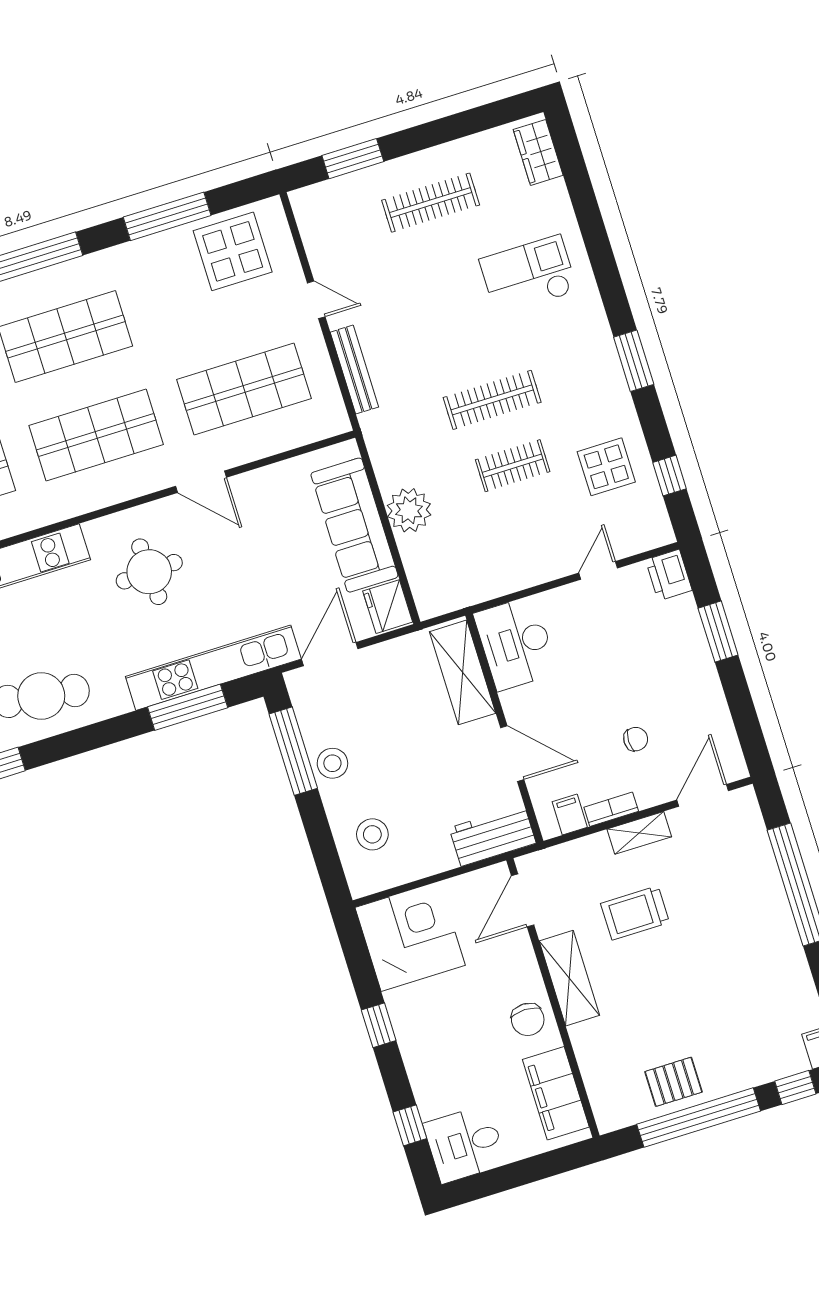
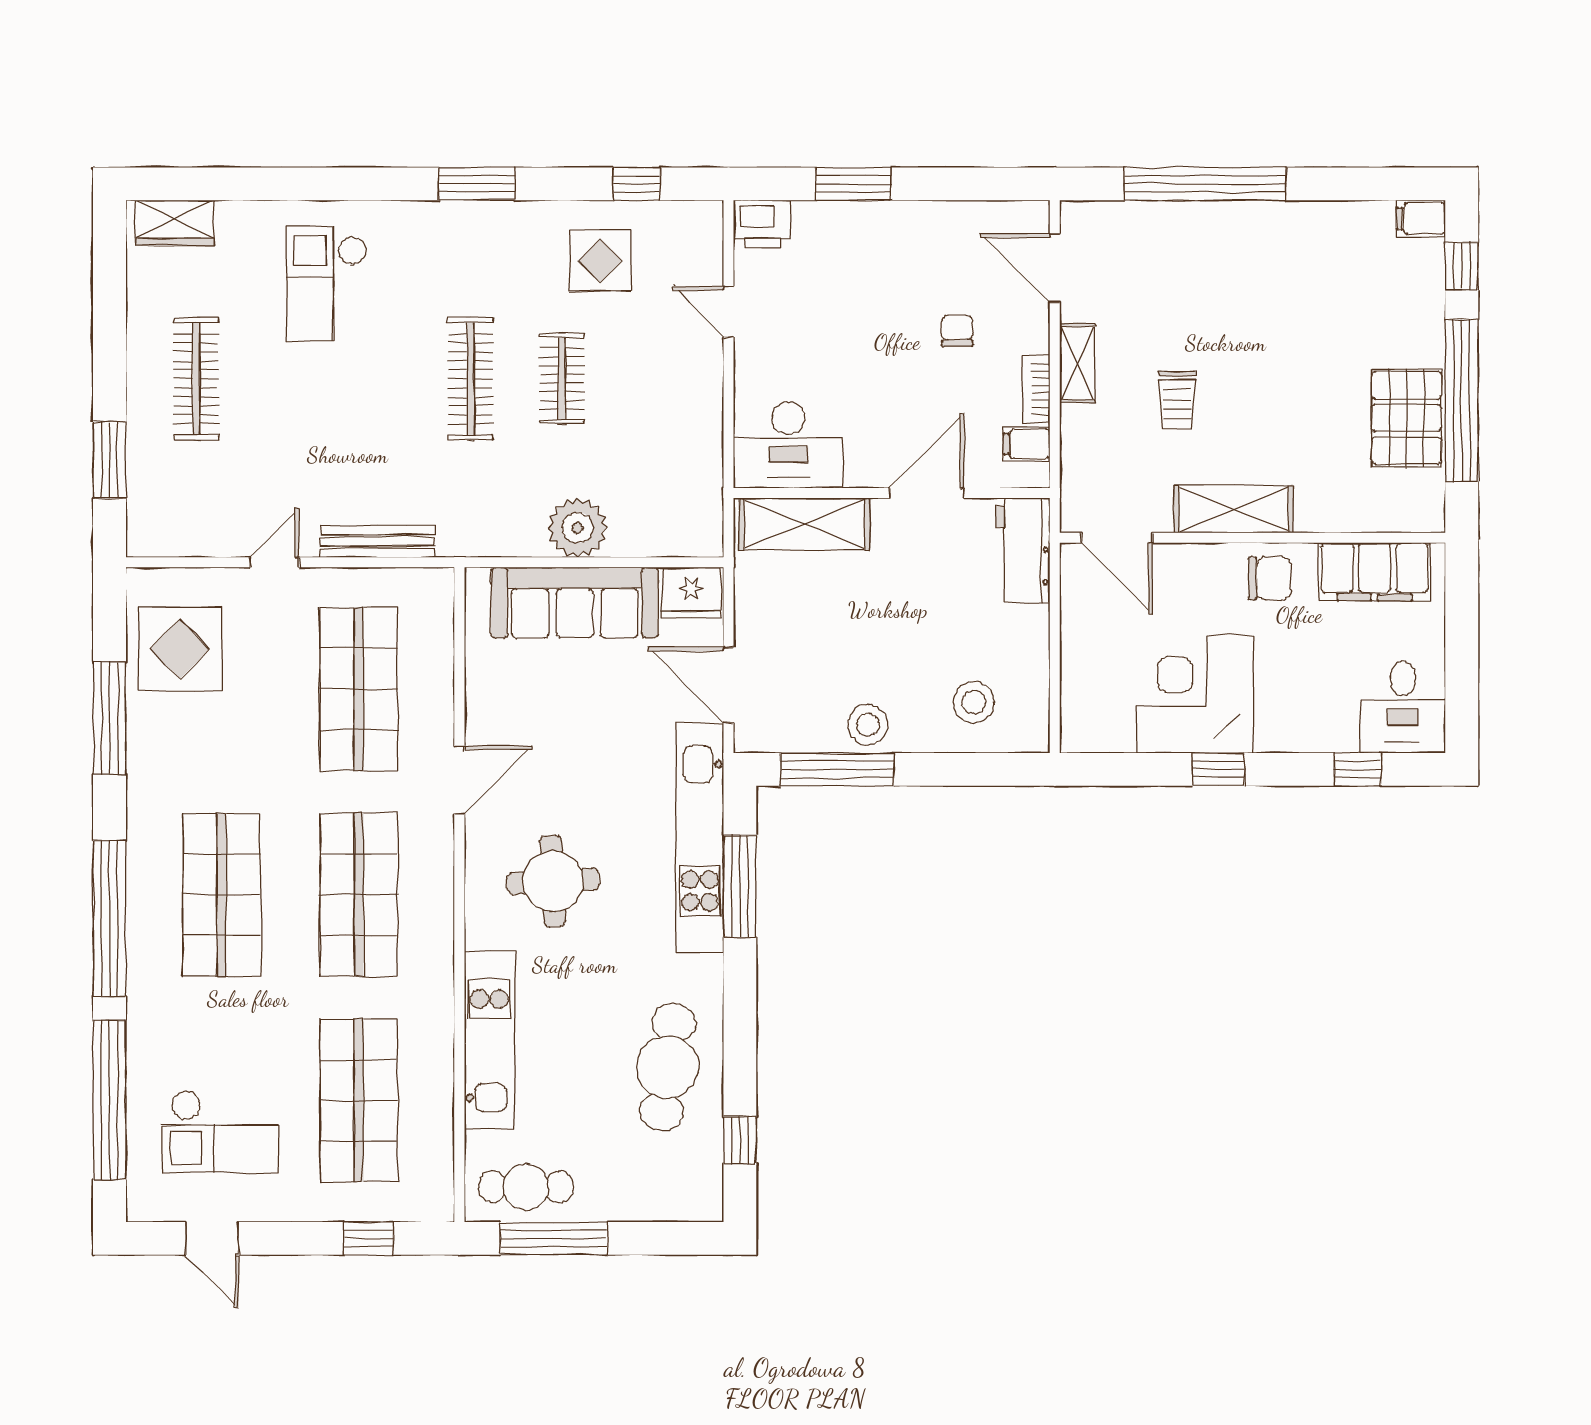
trolley: (635, 913) -> (1177, 400), width x0.73, depth x0.72
corner desk: (410, 936) -> (1195, 695), moved
pallet: (674, 1082) -> (1406, 418), width x1.50, depth x1.42

